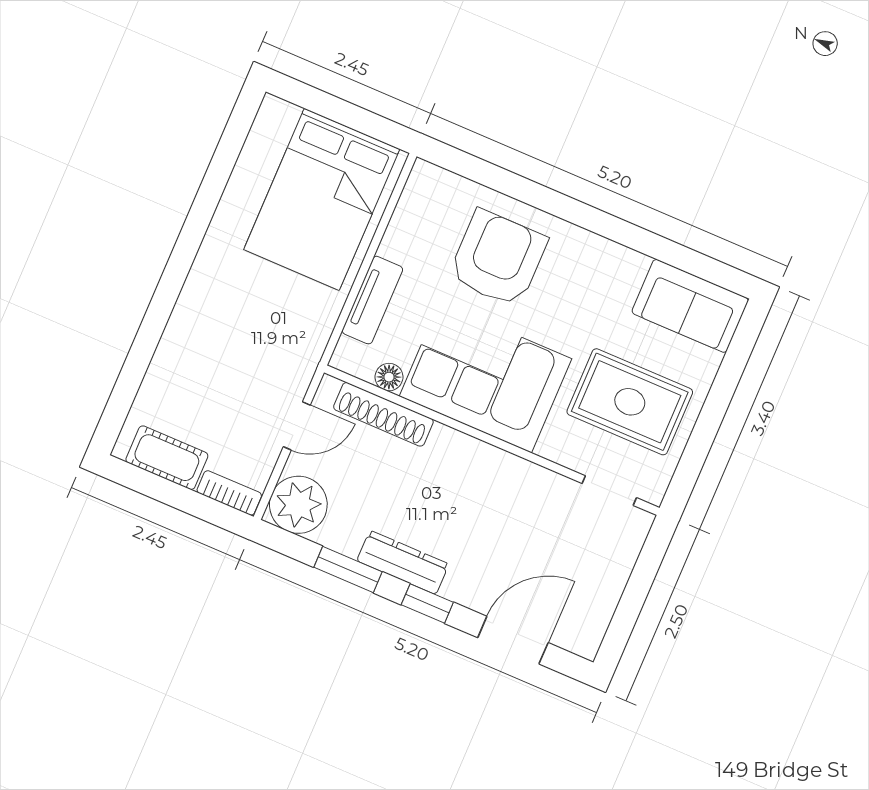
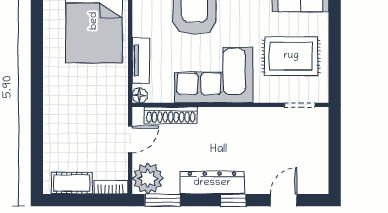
floor lamp: (389, 377) -> (140, 95), moved
dresser: (403, 562) -> (212, 183), width x1.37, depth x1.24
window: (348, 569) -> (163, 200), moved
door: (513, 640) -> (284, 200), width x0.73

